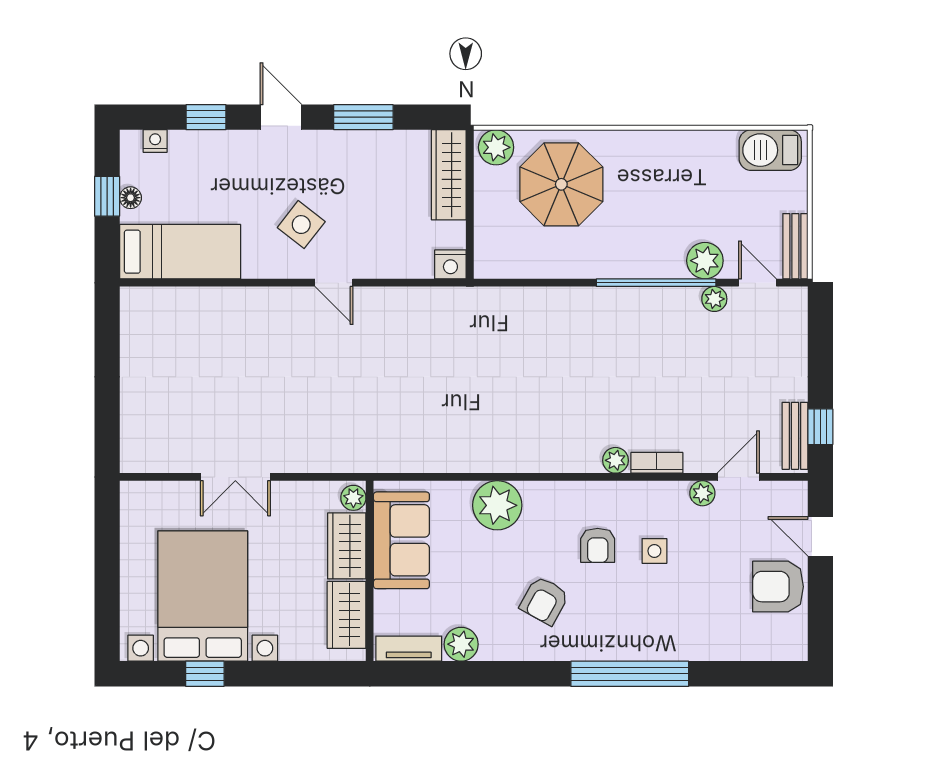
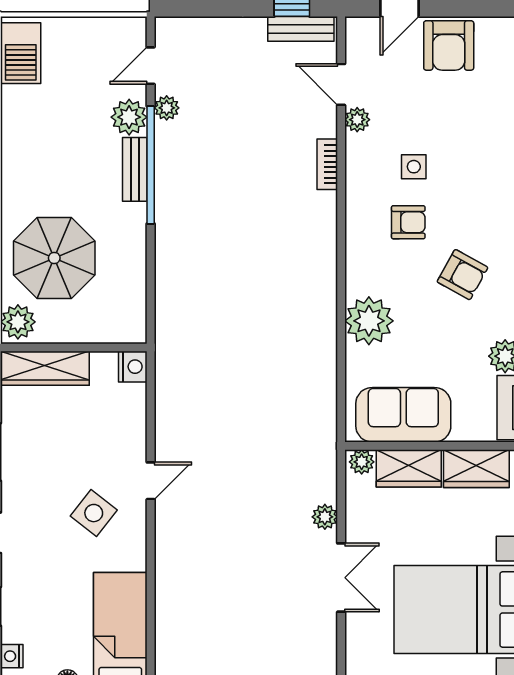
bench: (795, 246) -> (135, 169), moved, turned 90
plant: (616, 460) -> (325, 517), moved

